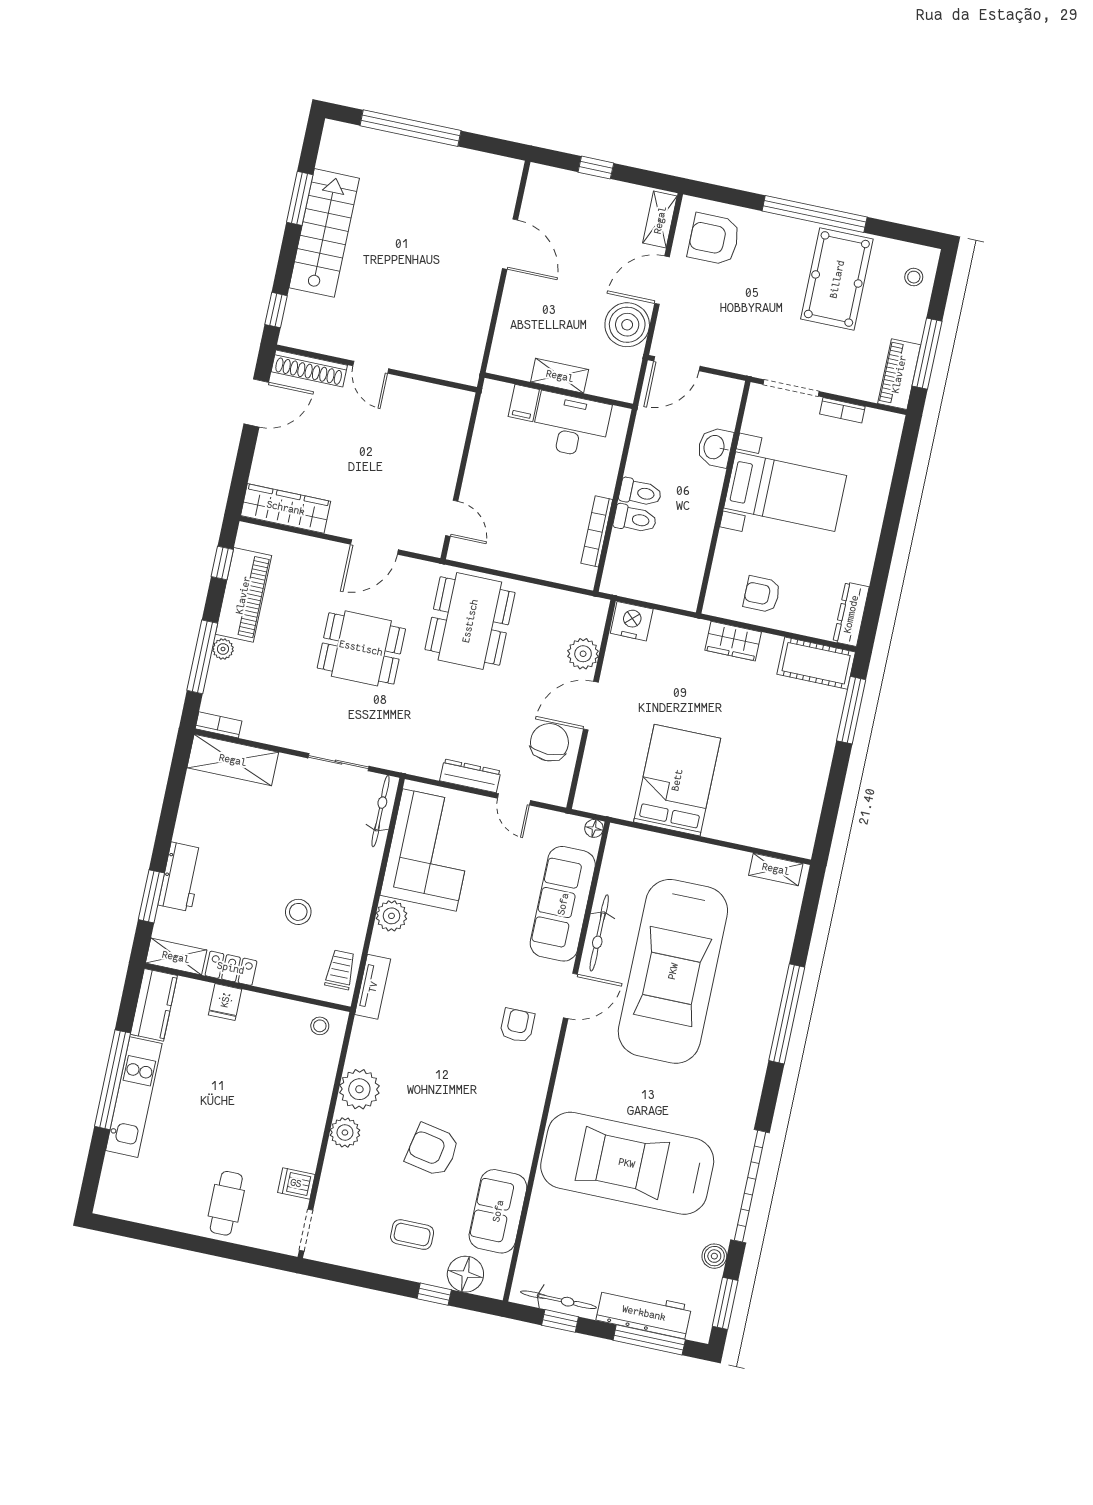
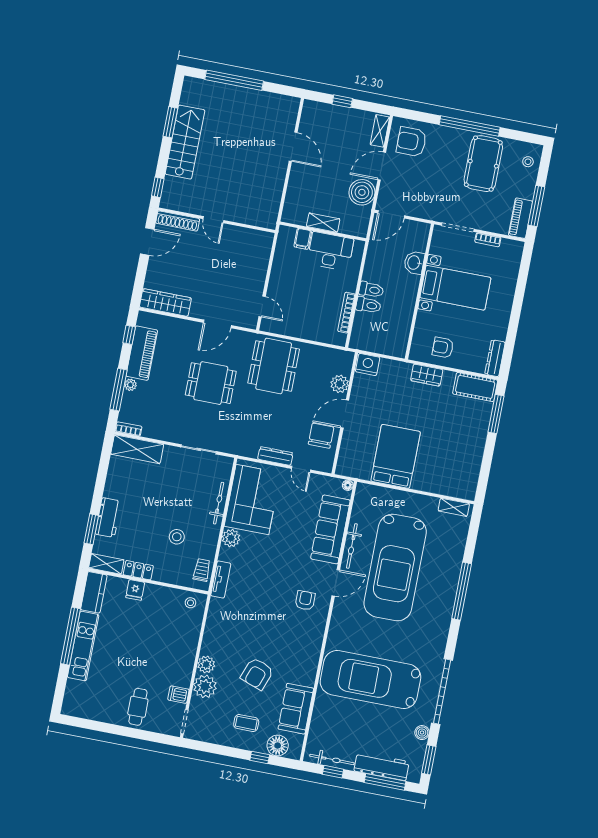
bicycle: (380, 811) -> (219, 503), moved
plant: (359, 1089) -> (205, 686), moved
armchair: (432, 1150) -> (257, 674), turned -81

